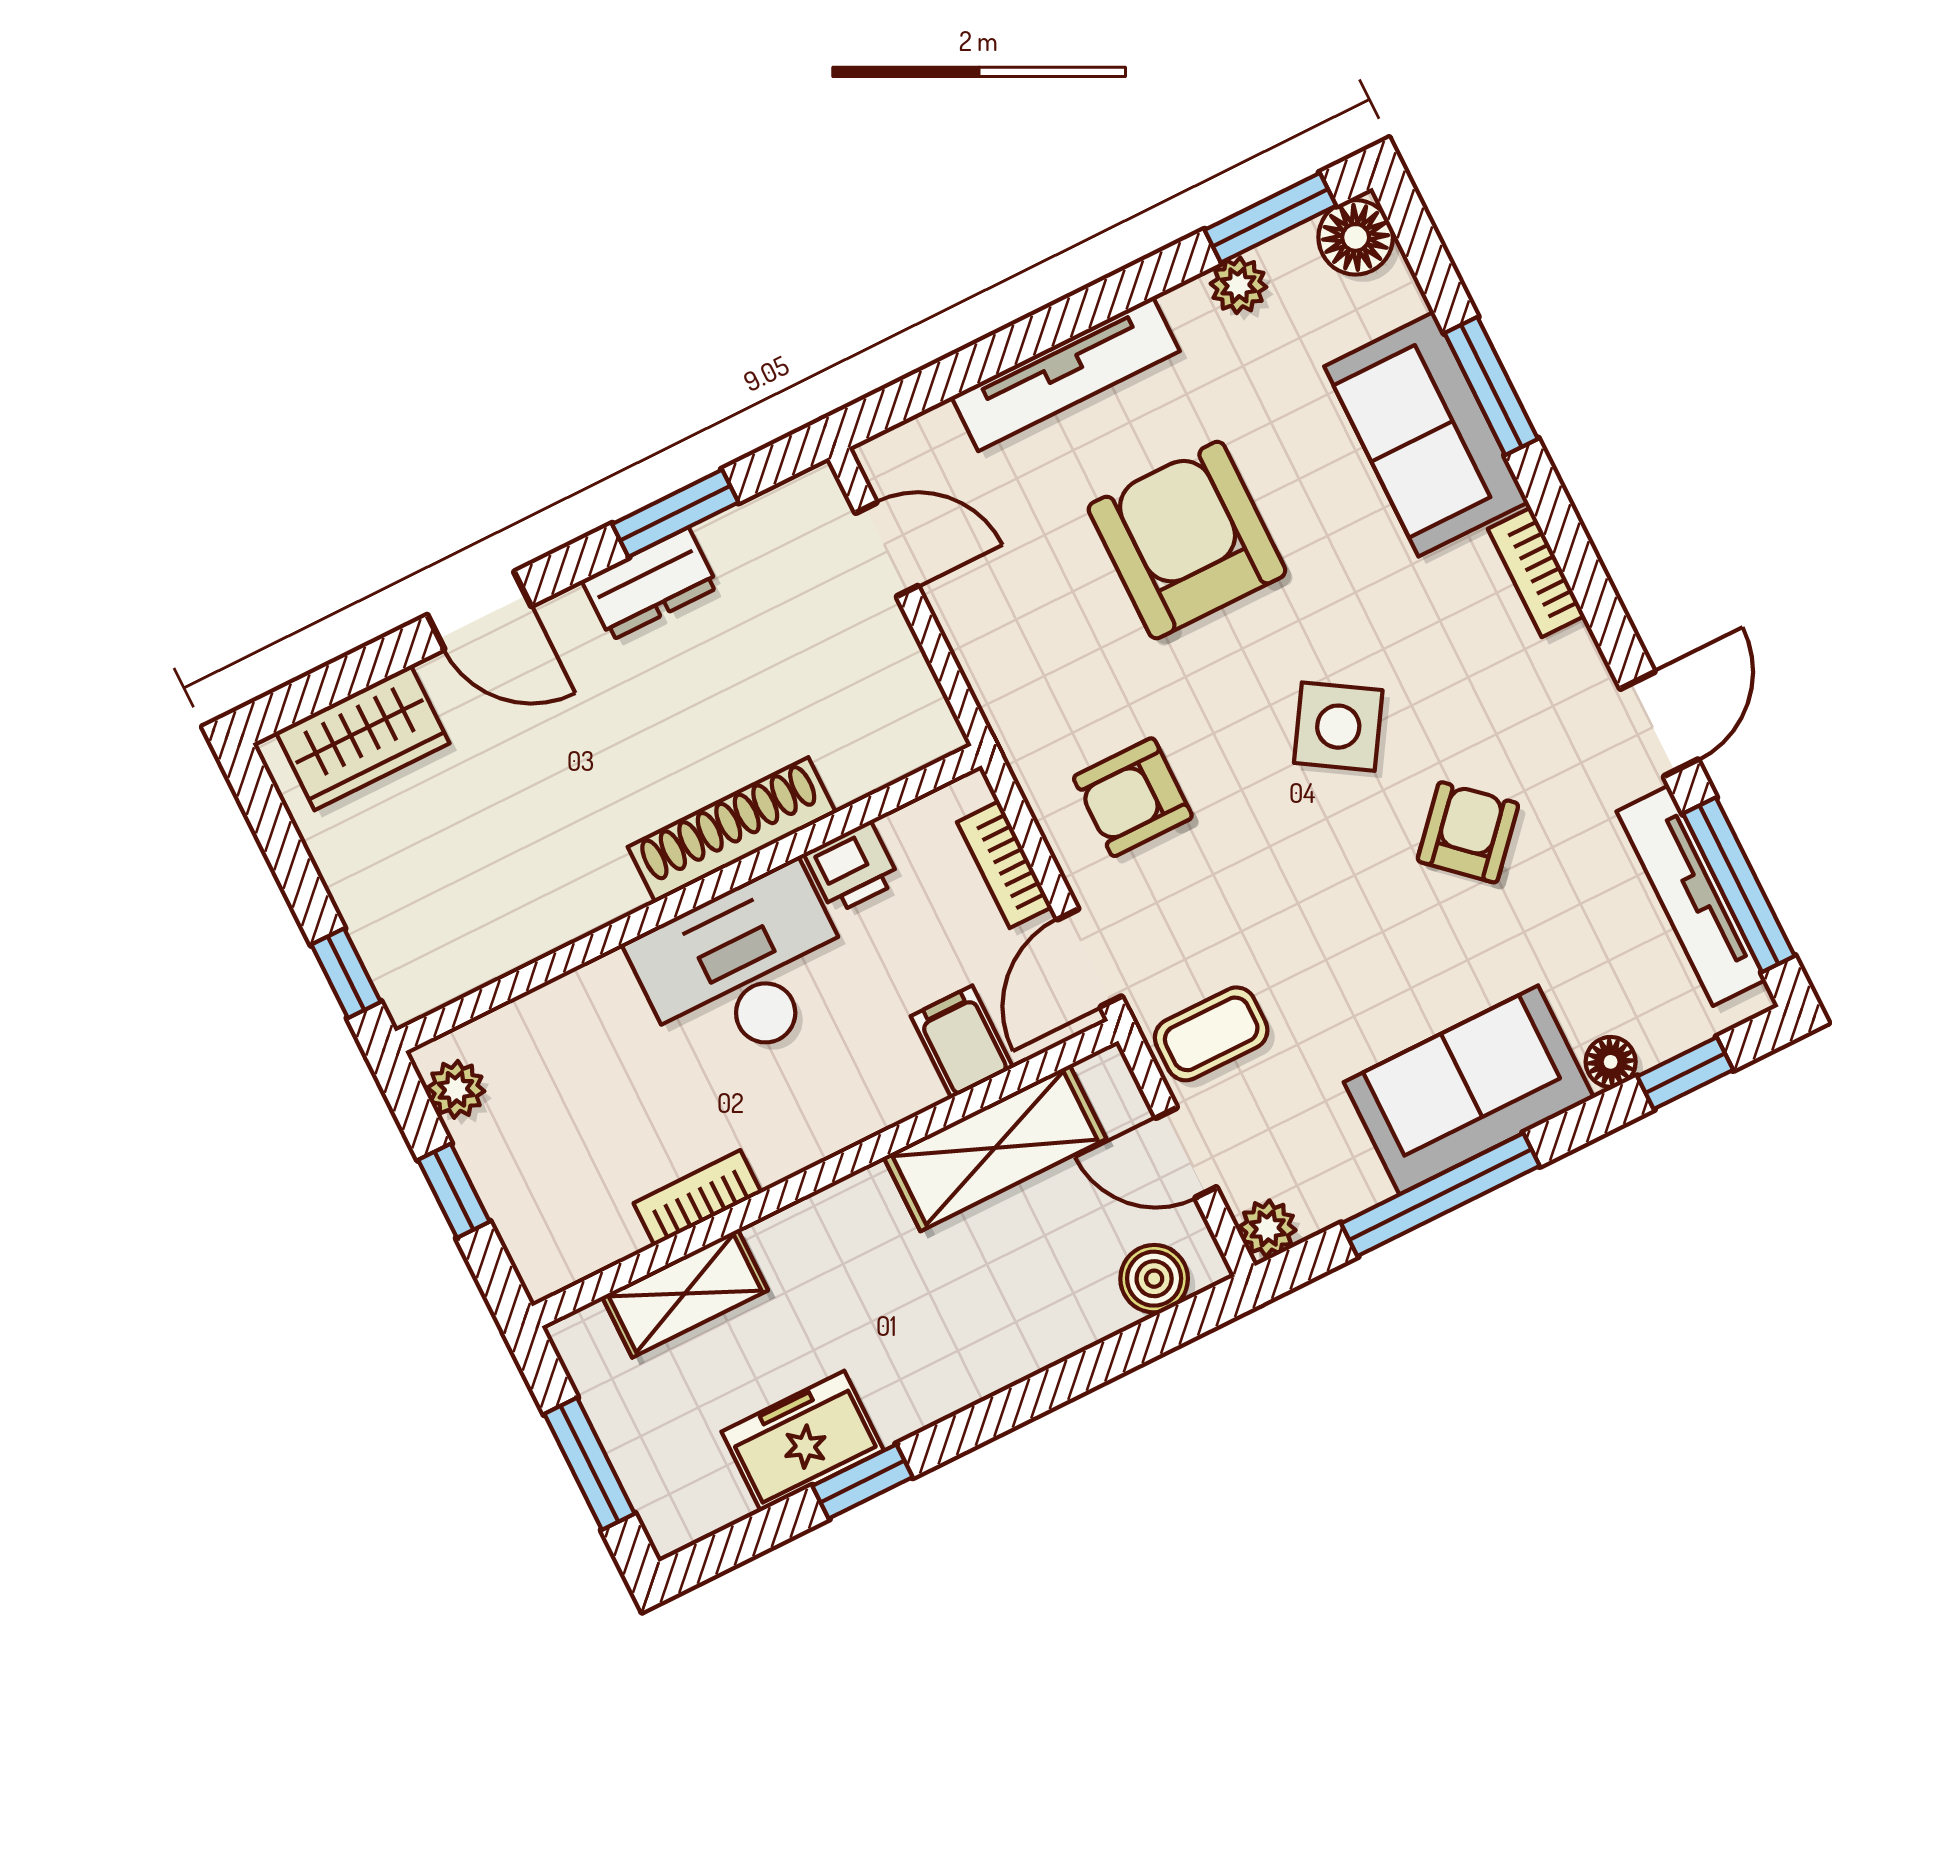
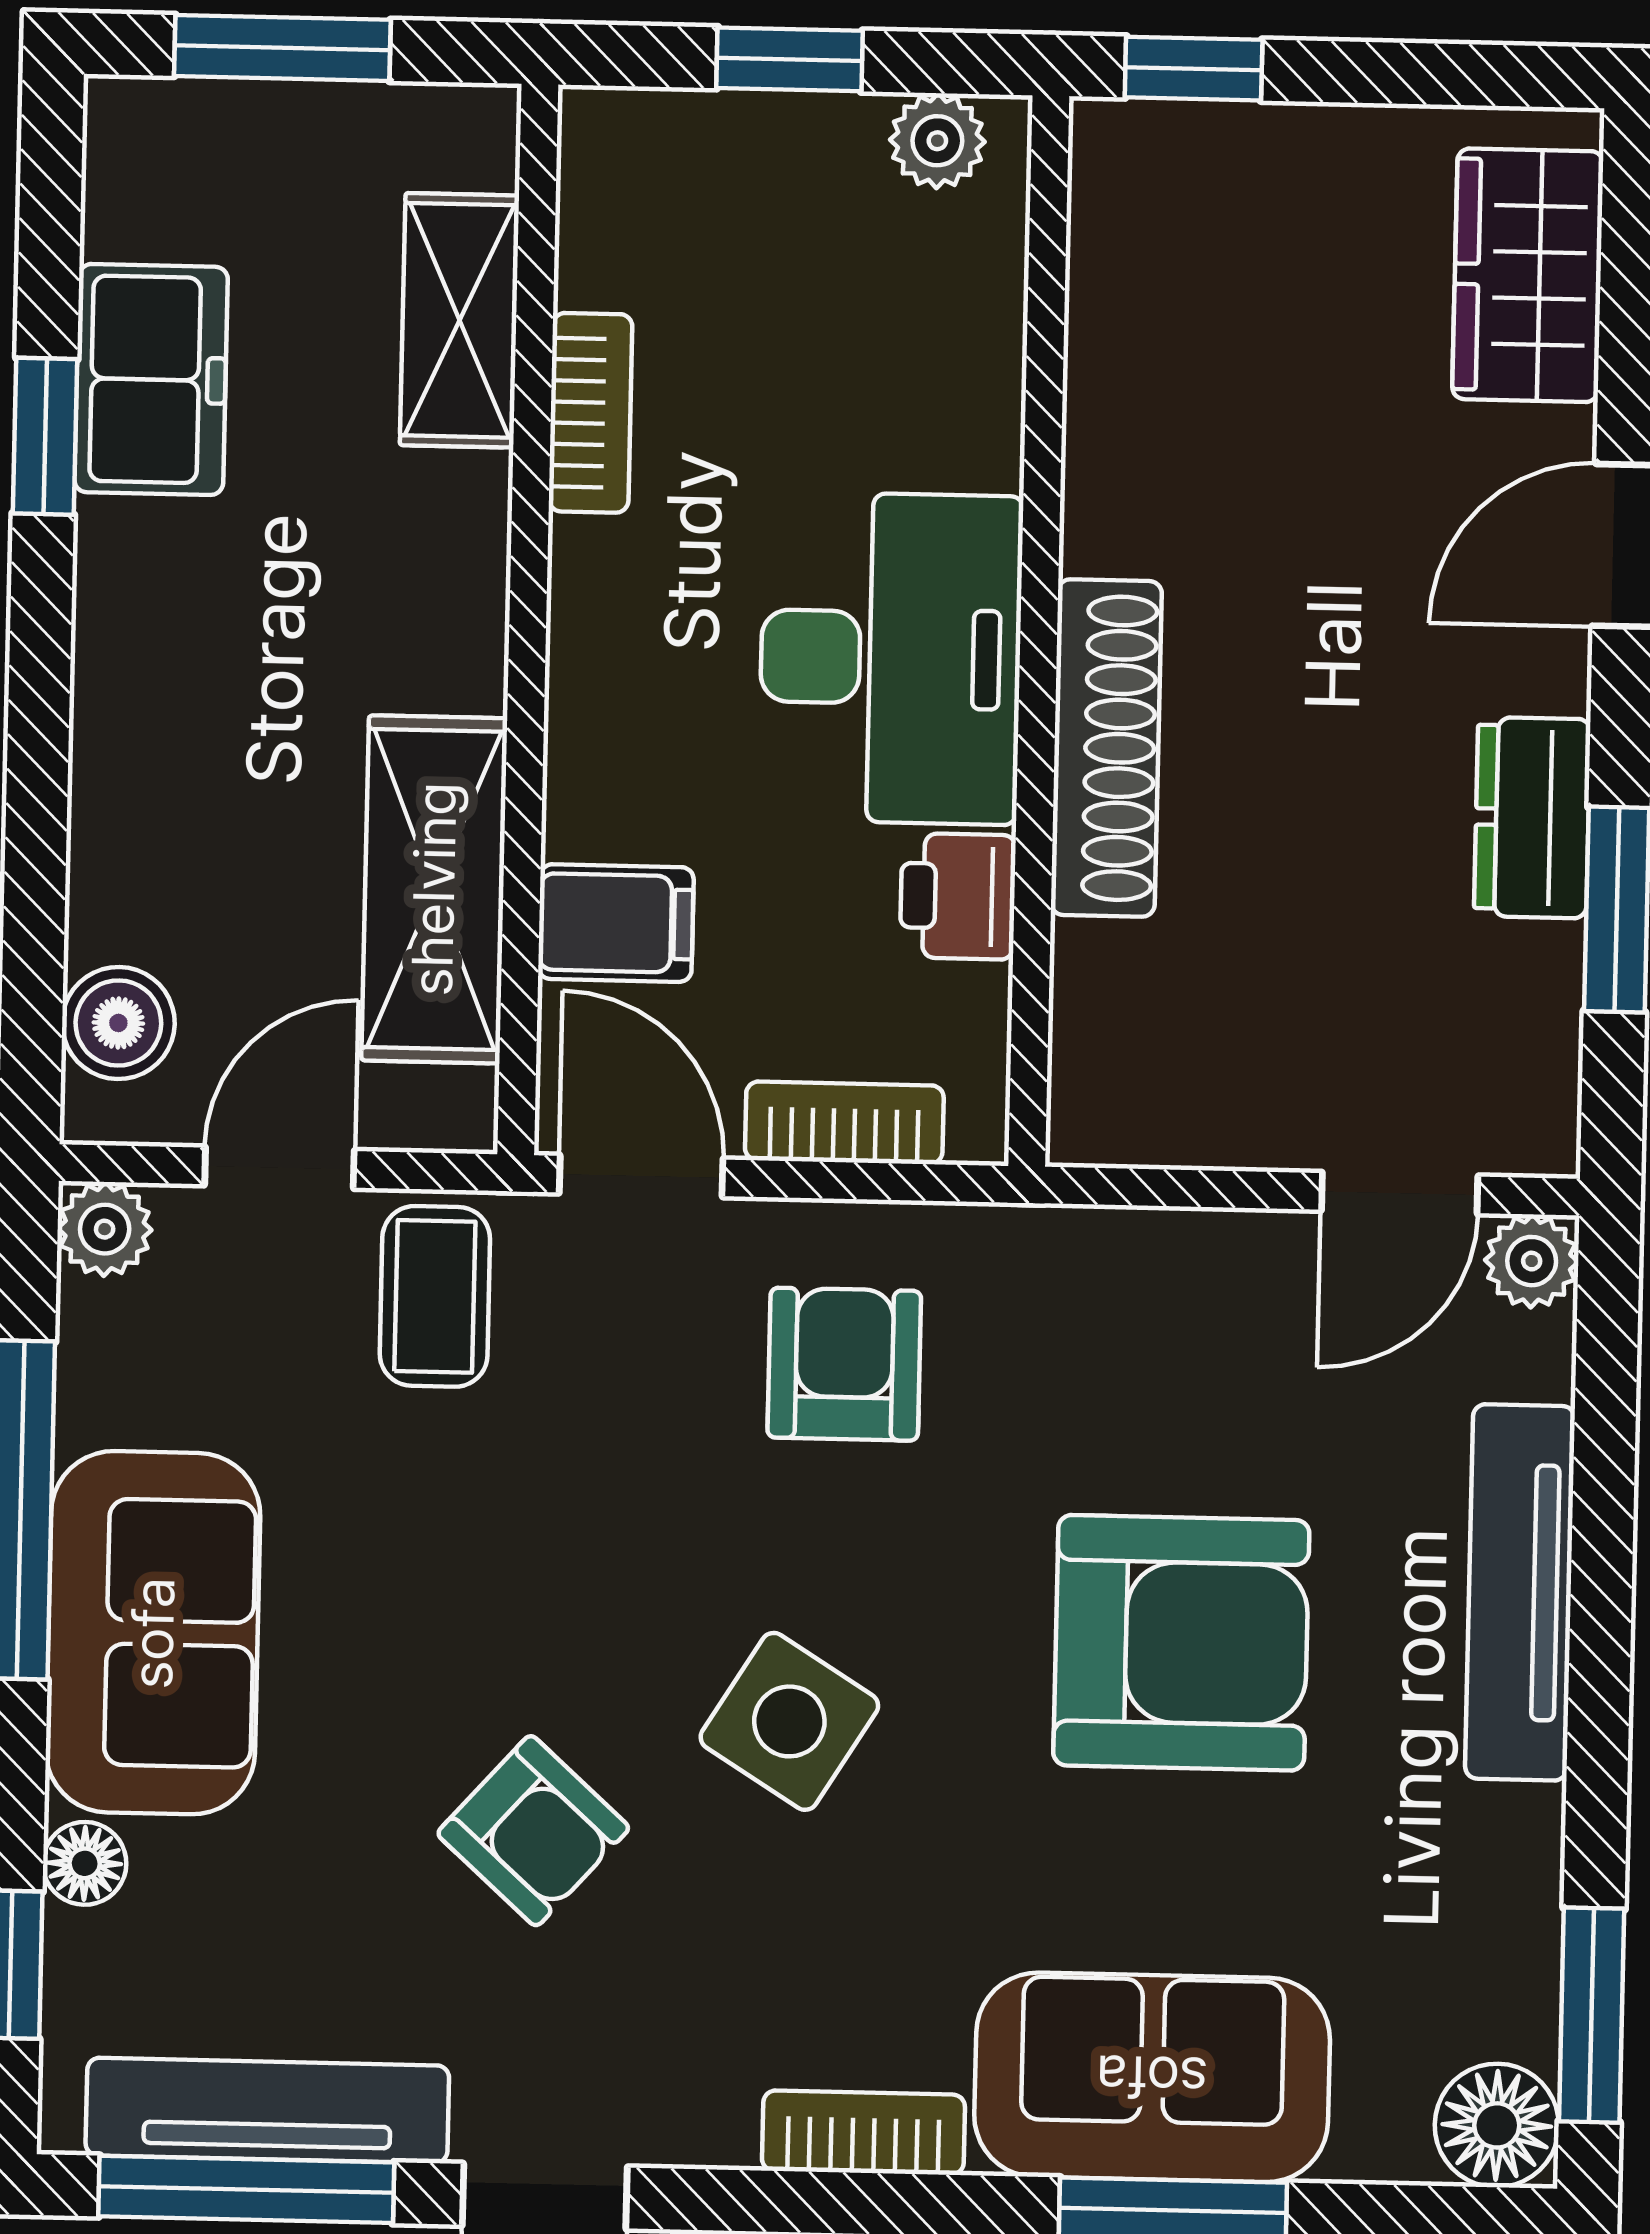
plant: (1238, 285) -> (1532, 1261), moved

